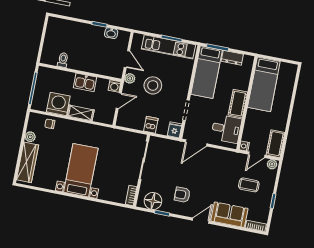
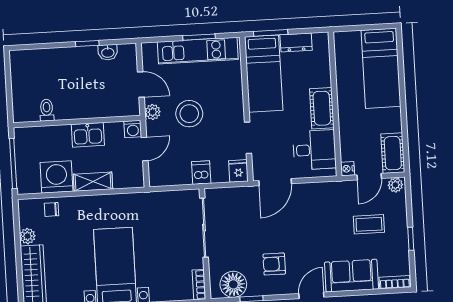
bed: (264, 84) -> (381, 68), moved

